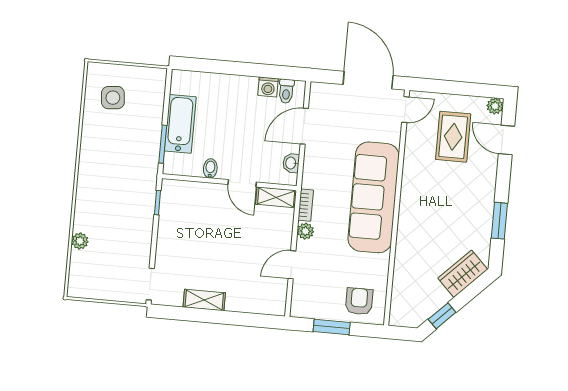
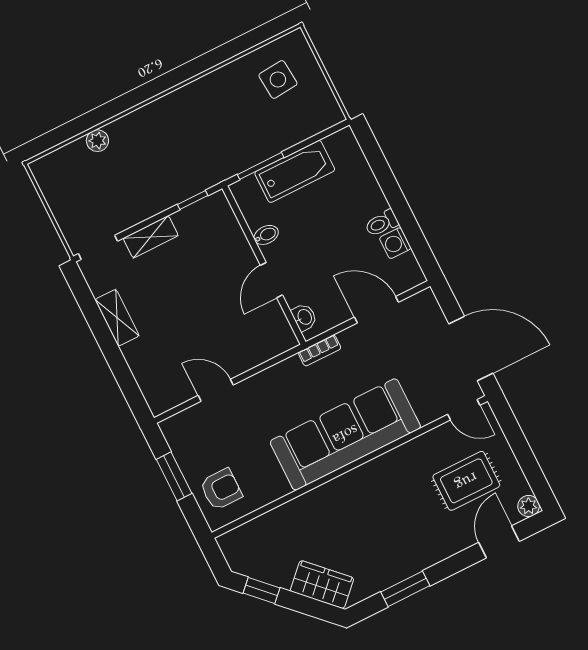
door: (368, 80) -> (471, 348), hinge flipped
toilet: (286, 91) -> (382, 223), moved
washbasin: (291, 163) -> (304, 317), moved, turned 90
shelving: (276, 197) -> (151, 237), moved, turned 90
bookcase: (306, 205) -> (320, 350), moved
plant: (305, 231) -> (262, 382), removed

